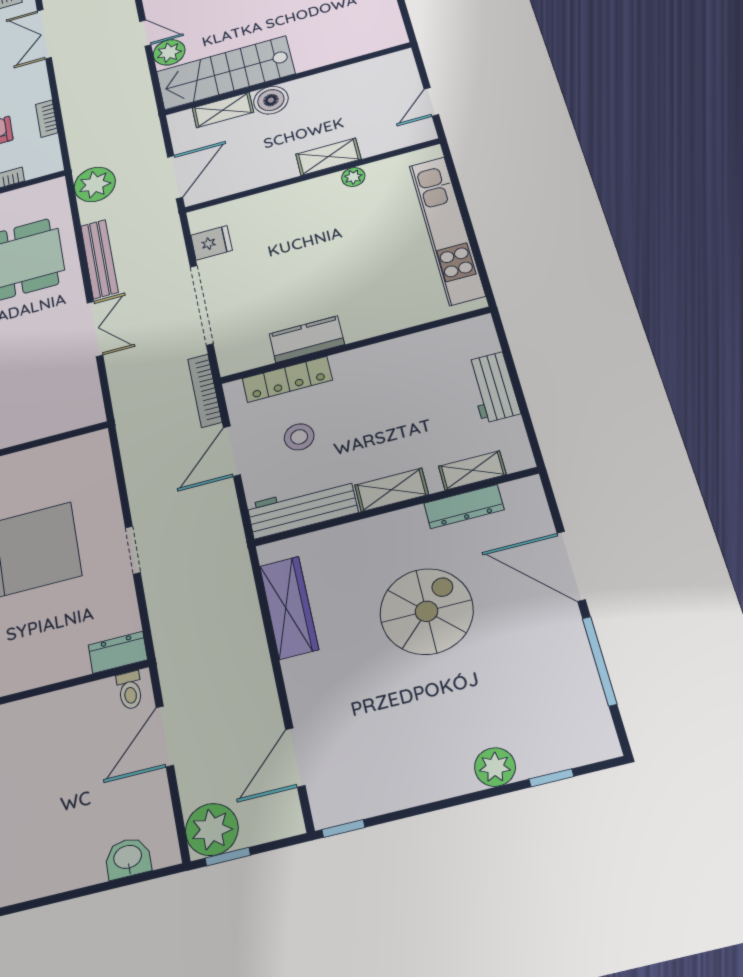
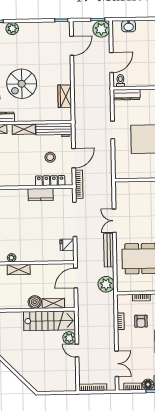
wardrobe: (289, 607) -> (65, 96), width x0.67
dresser: (118, 652) -> (127, 95), width x1.44

